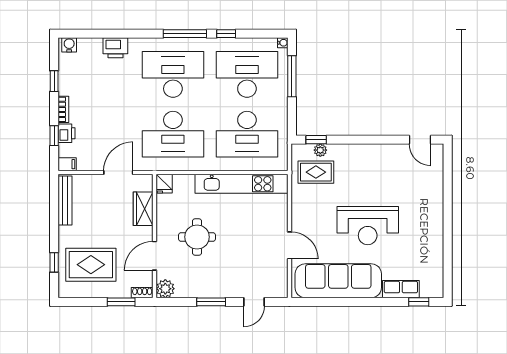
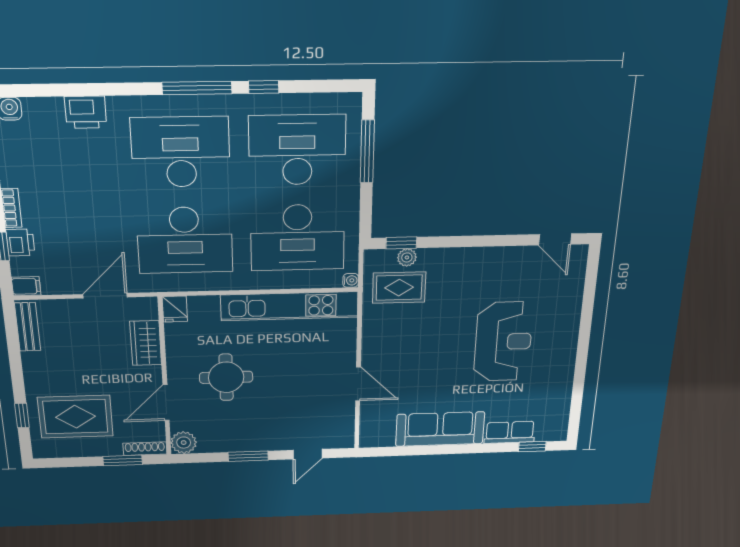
water cooler: (283, 43) -> (351, 280), moved
bench: (65, 201) -> (28, 327), width x0.73
reception desk: (368, 226) -> (503, 342), moved, turned -90
sofa: (338, 281) -> (440, 429), width x0.74, depth x0.79
shoe rack: (142, 293) -> (145, 449), width x1.43

